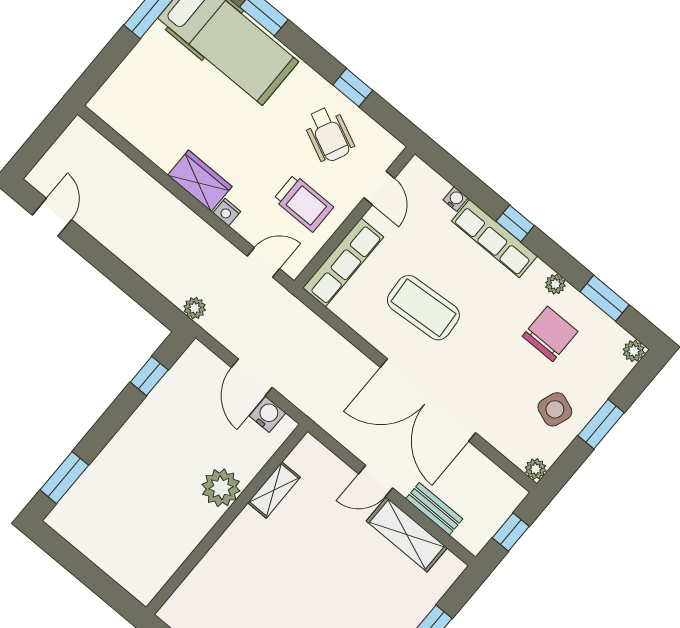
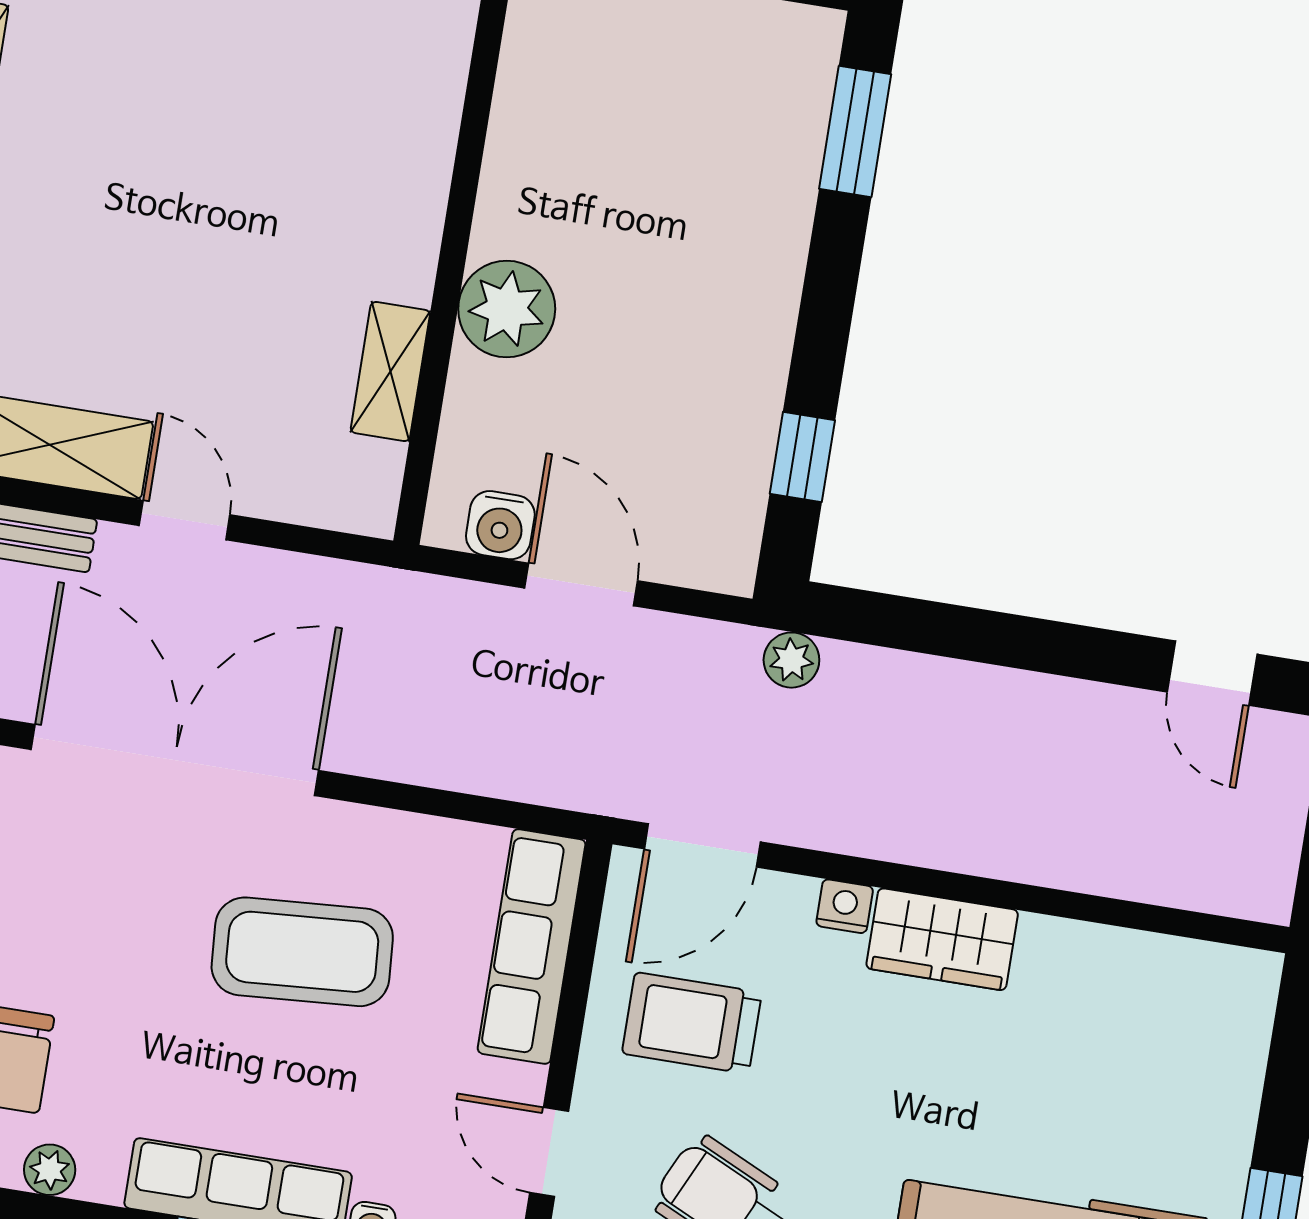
door: (263, 262) -> (702, 845), width x1.38
door: (376, 481) -> (185, 520), hinge flipped

